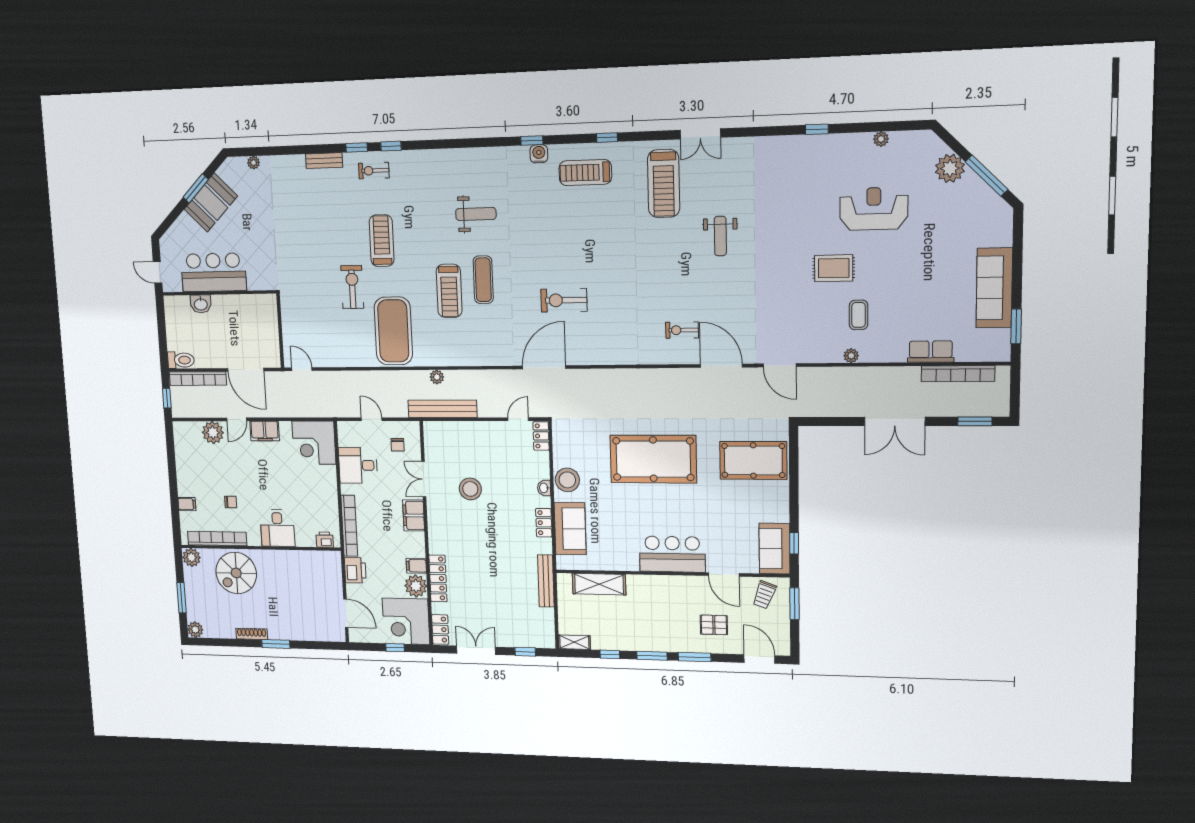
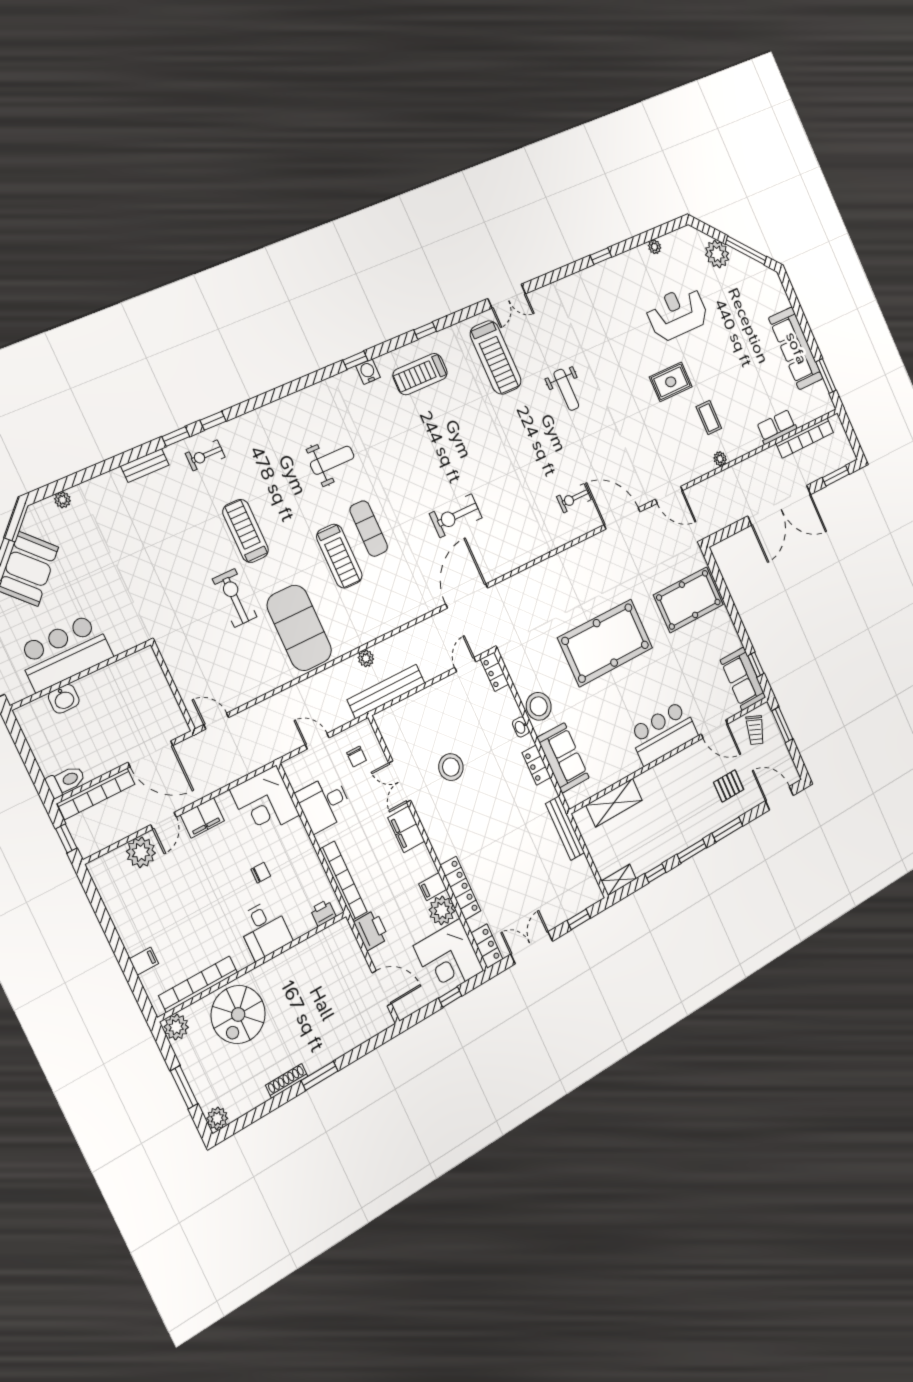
double door: (895, 421) -> (779, 505), width x1.36
chair: (231, 502) -> (261, 873), moved

